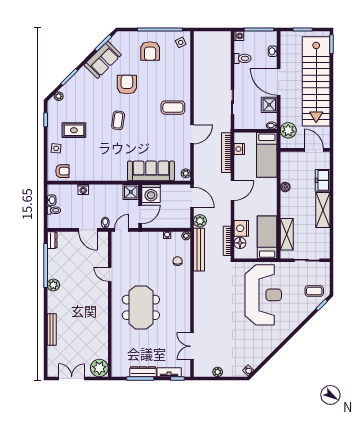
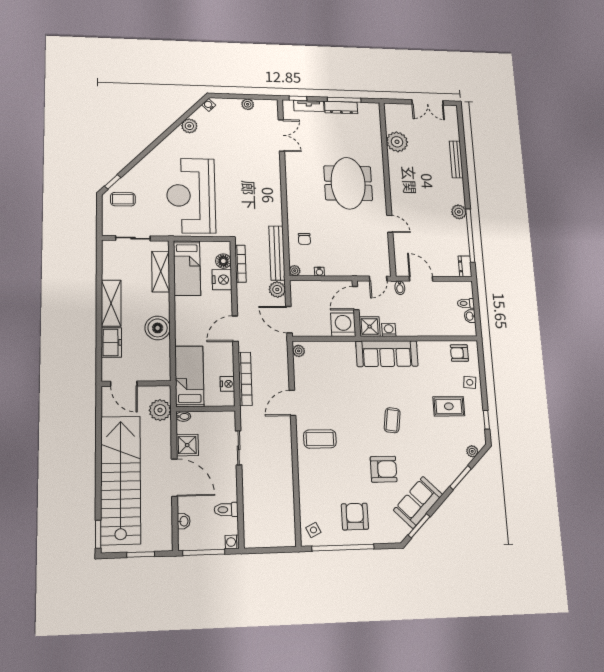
armchair: (127, 84) -> (384, 469), turned -90
sofa: (151, 171) -> (387, 354), moved
boiler: (285, 187) -> (158, 328), width x1.86, depth x1.86
washing machine: (83, 189) -> (389, 330), moved
plant: (263, 352) -> (189, 126), added
plant: (99, 368) -> (397, 142), moved

